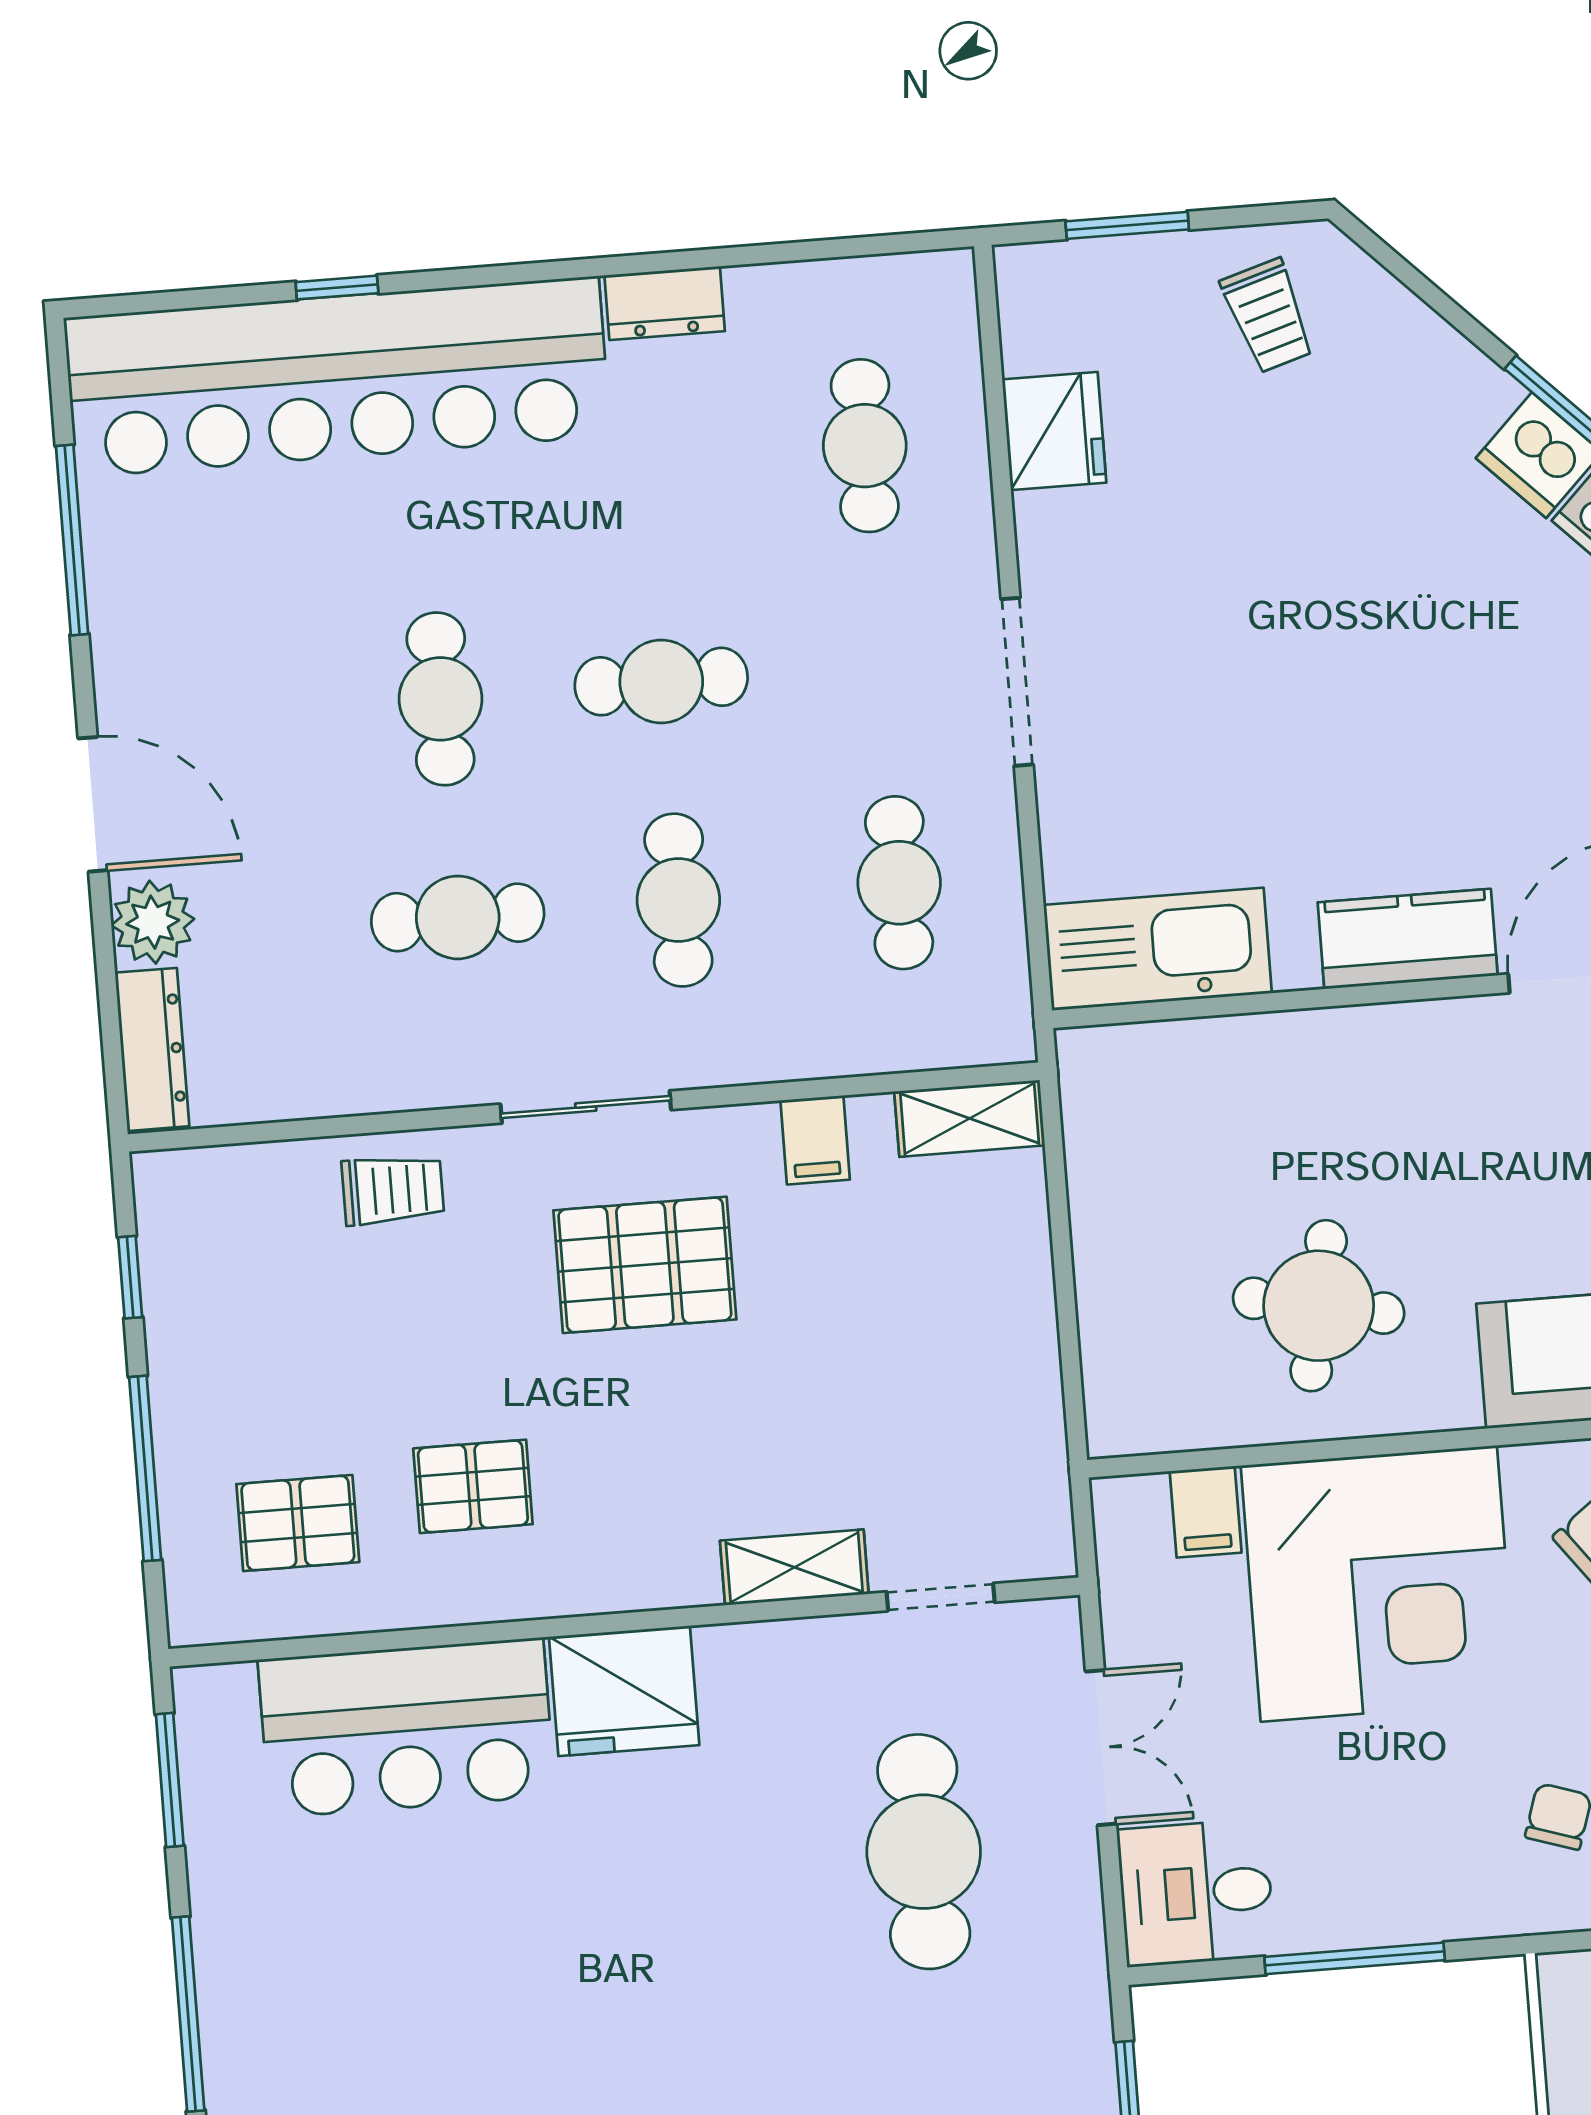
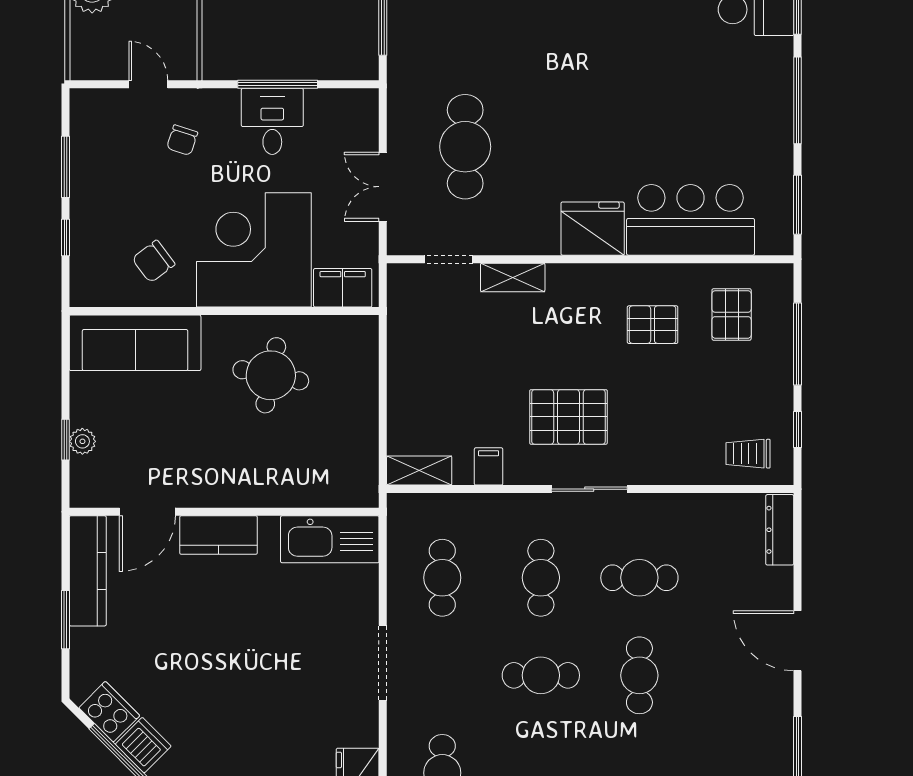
plant: (153, 922) -> (775, 586), removed
trolley: (393, 1190) -> (748, 454), moved
filing cabinet: (1206, 1512) -> (343, 288), width x2.00
pallet: (298, 1523) -> (732, 314), turned 90
desk: (1196, 1893) -> (272, 121), moved, turned -90

